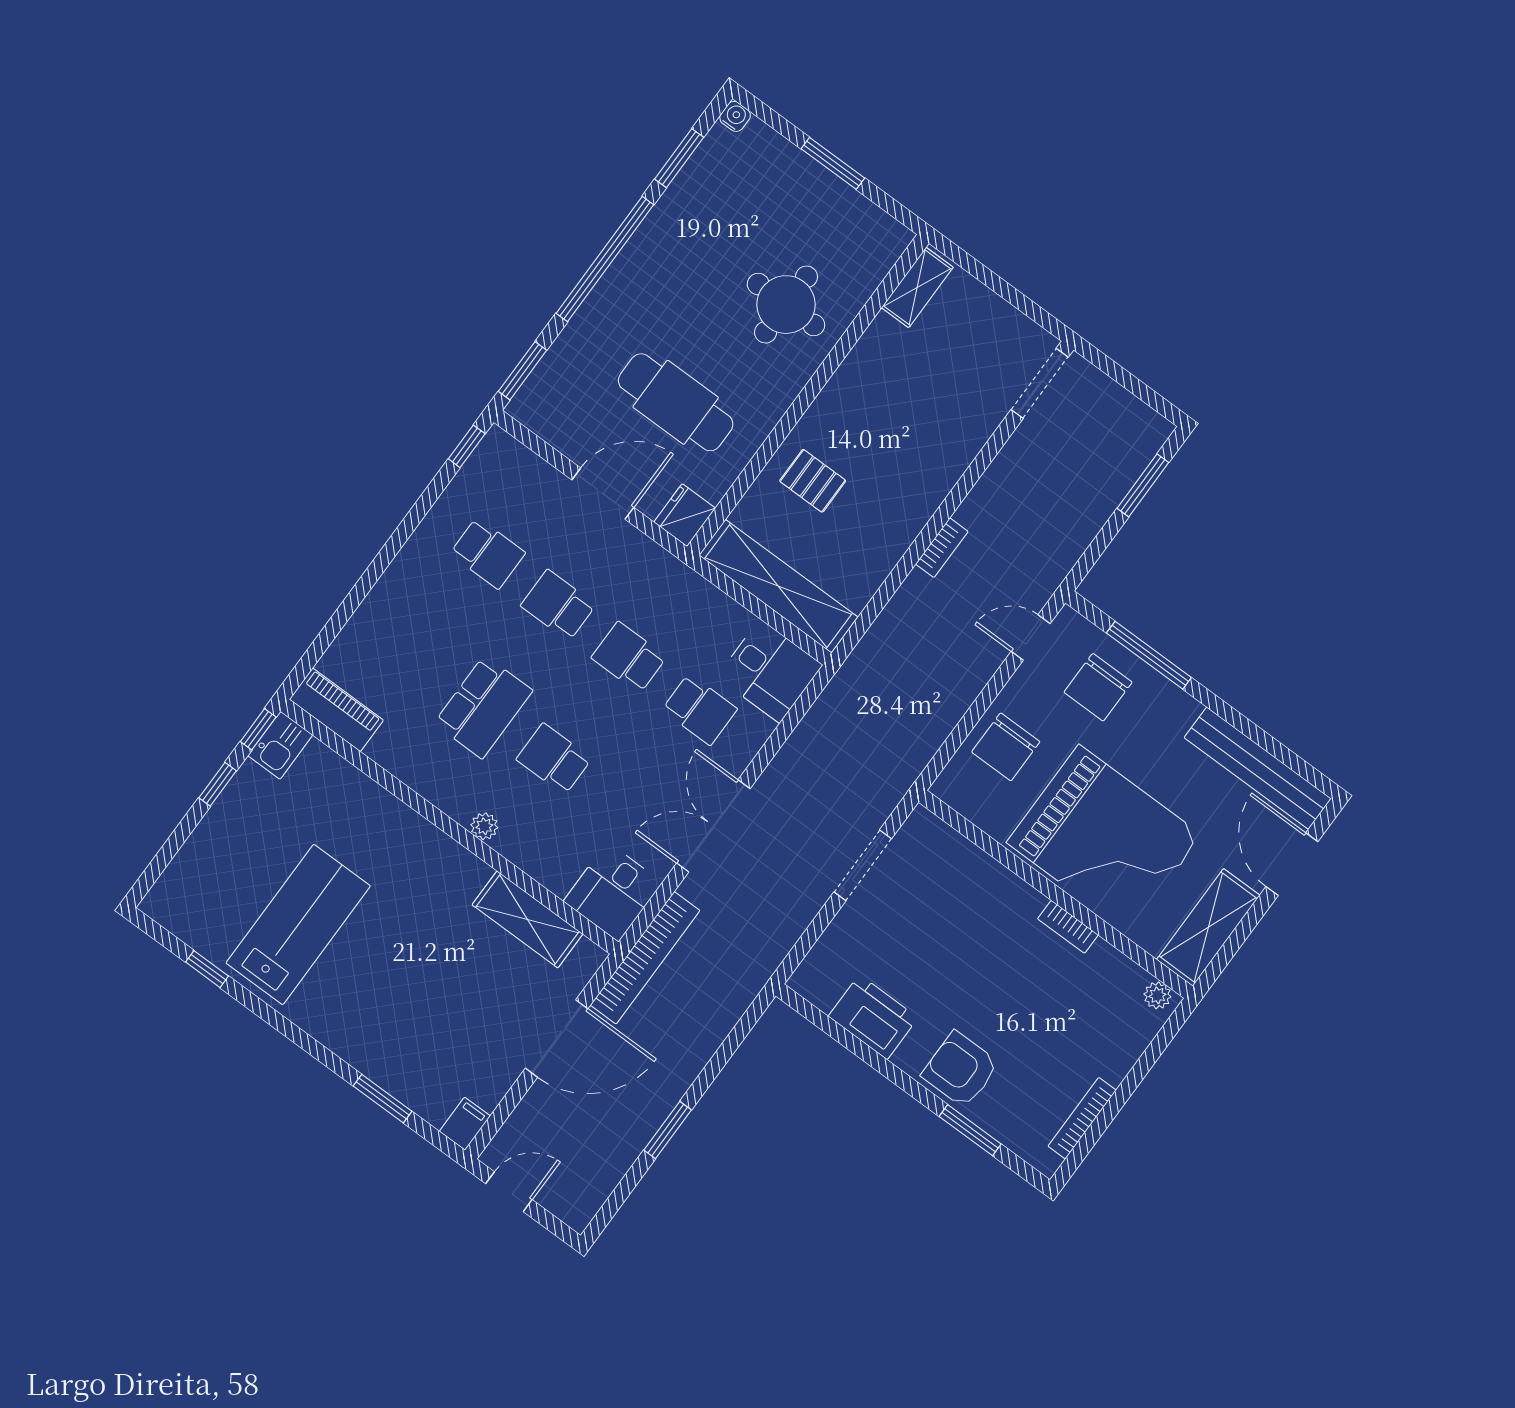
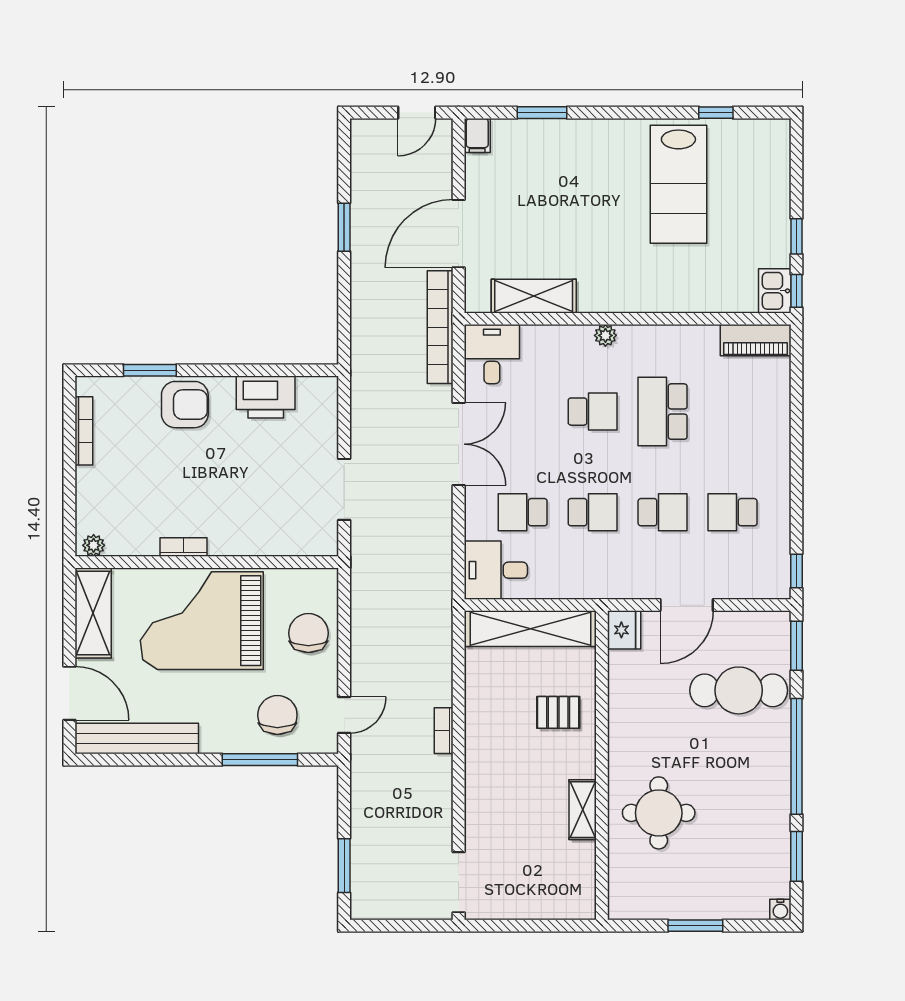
shelving: (917, 287) -> (583, 810), moved
cafe table: (676, 402) -> (739, 690), moved

